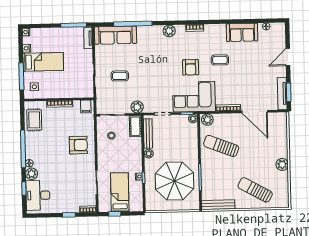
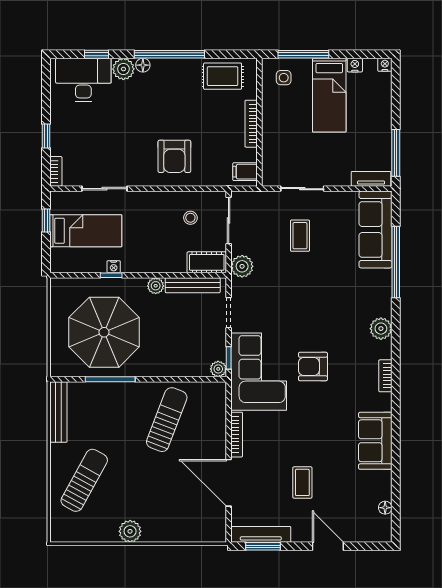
sofa: (242, 32) -> (375, 441), moved
coffee table: (220, 60) -> (302, 482), moved
door: (255, 112) -> (229, 483), hinge flipped
plant: (207, 120) -> (216, 395), removed

